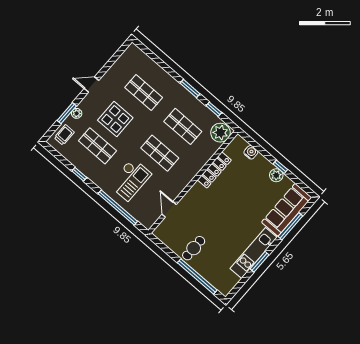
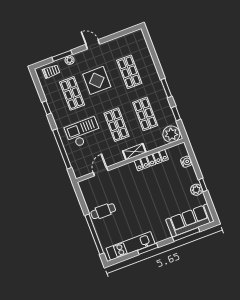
shelving: (193, 171) -> (134, 152), added
checkout: (130, 179) -> (83, 132), turned 180
kitchen unit: (254, 253) -> (131, 246), moved

